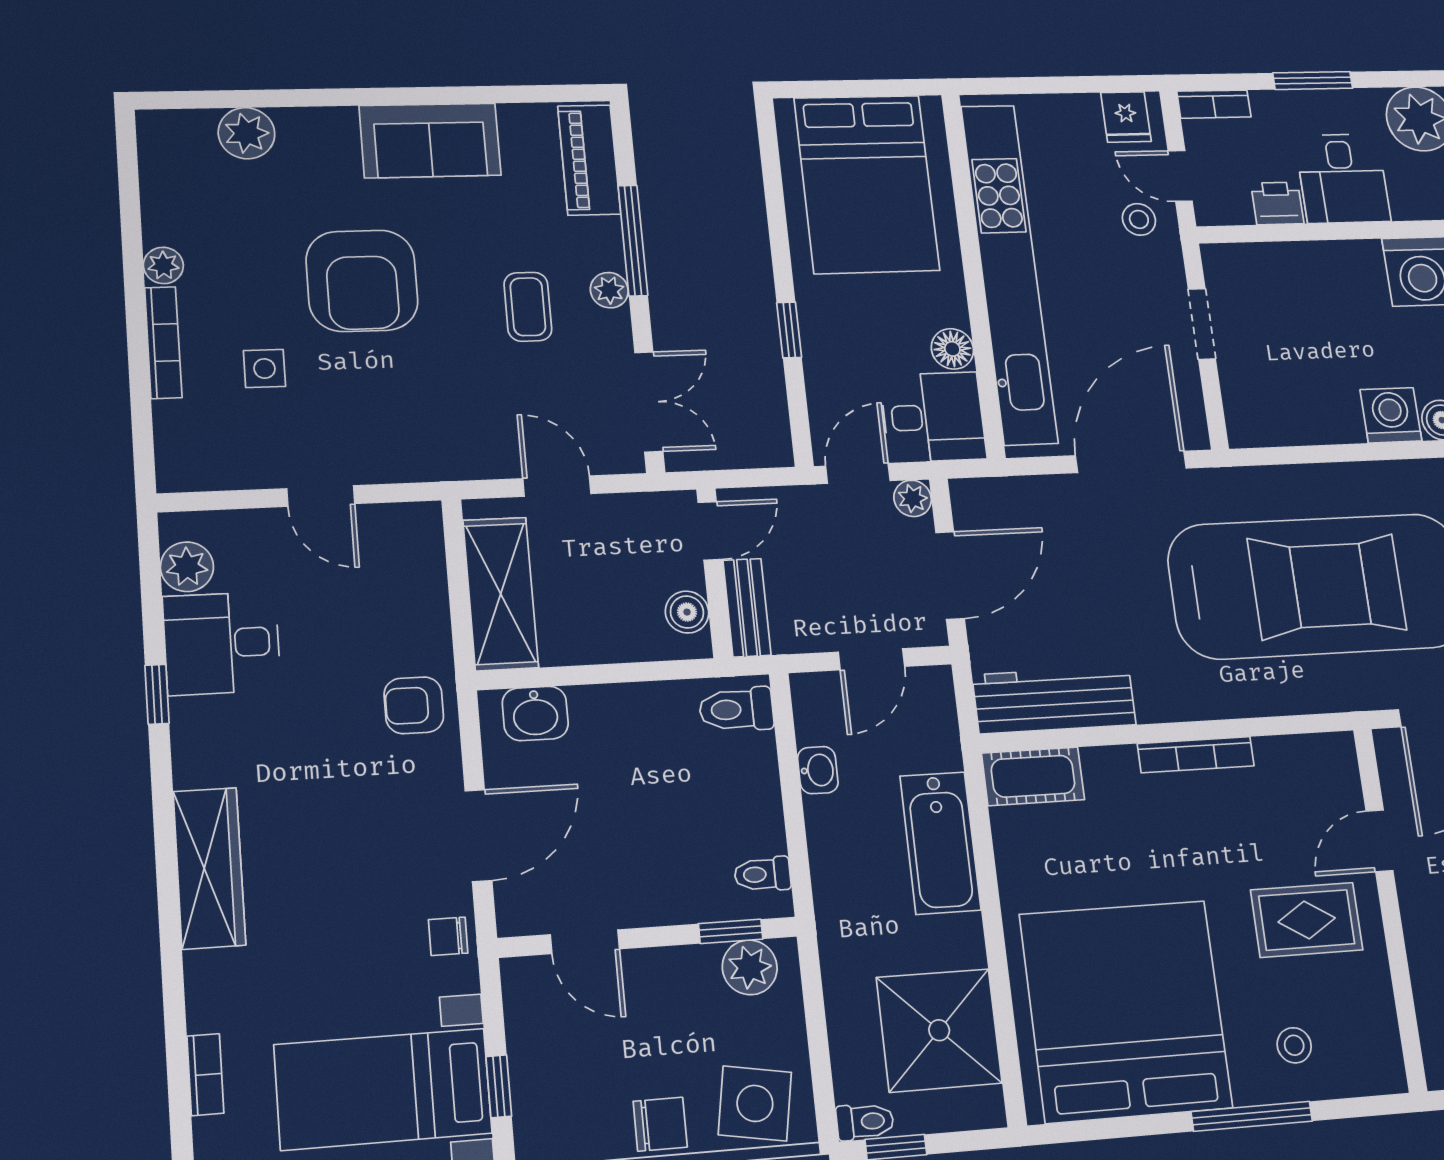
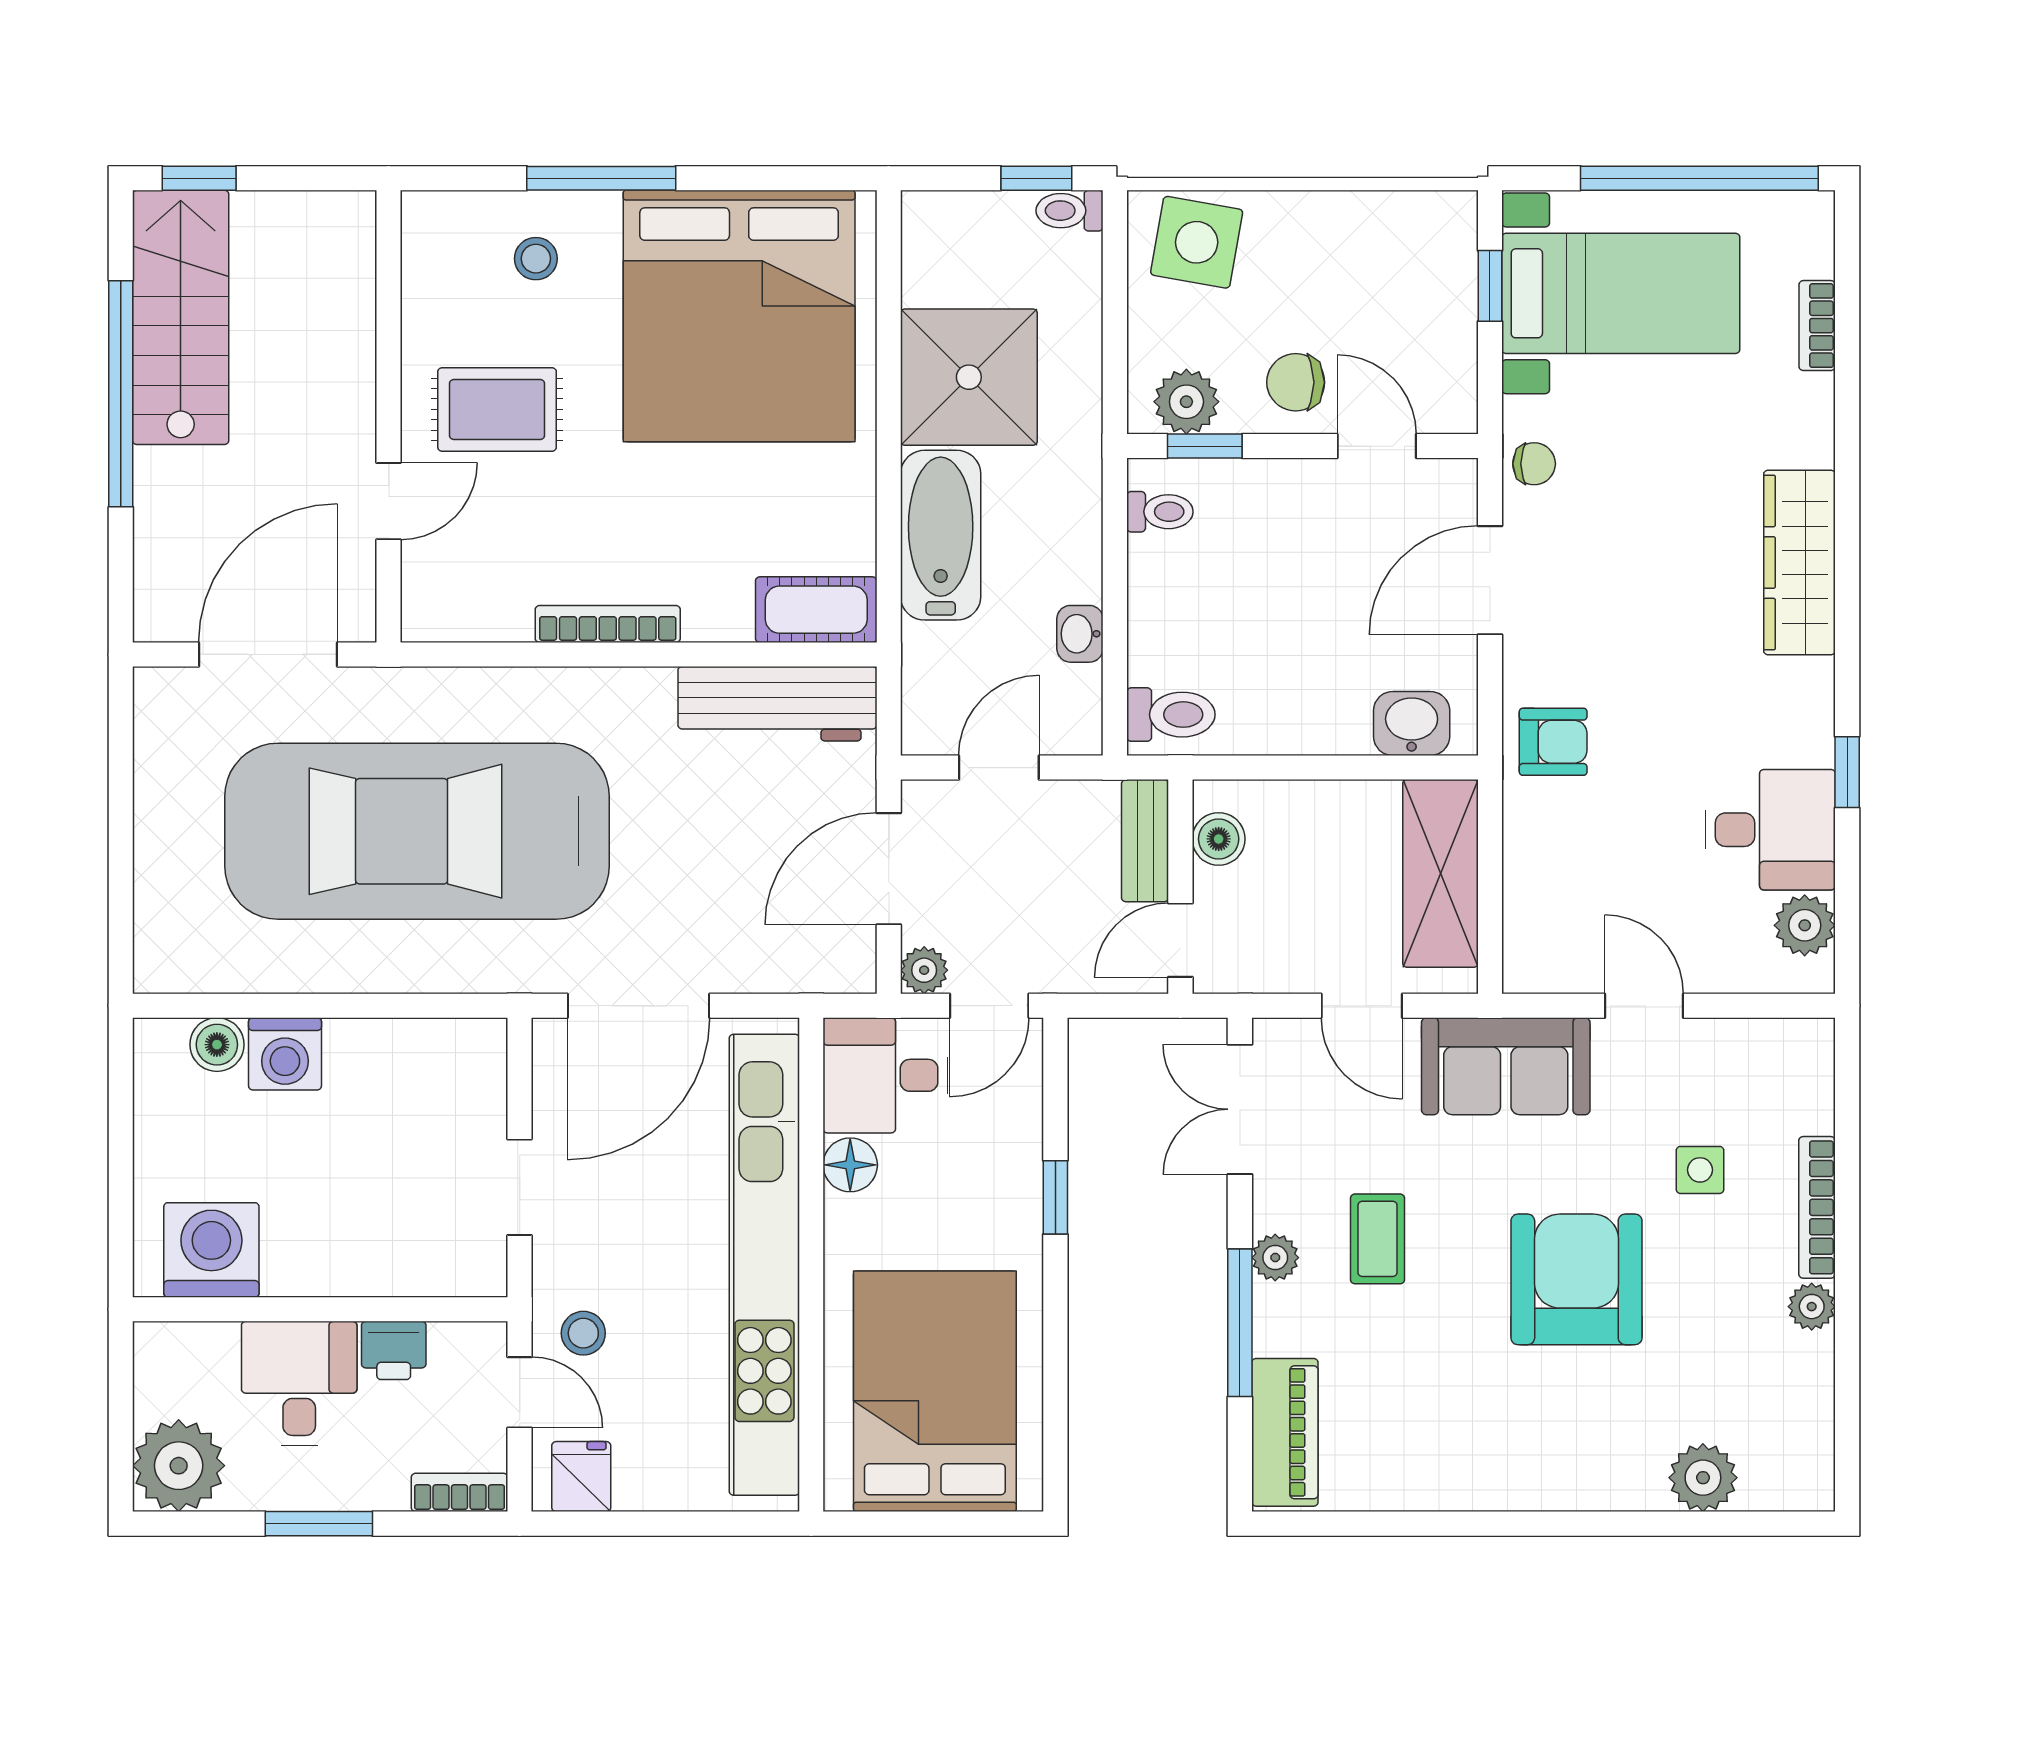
sofa: (430, 140) -> (1506, 1066), moved, turned 180
shower: (939, 1030) -> (969, 377), moved
chair: (660, 1124) -> (1296, 382), moved

